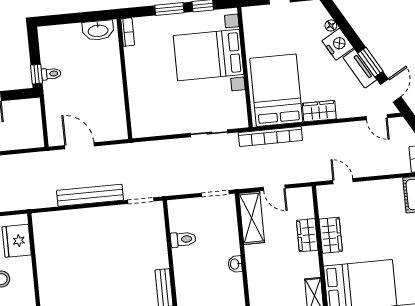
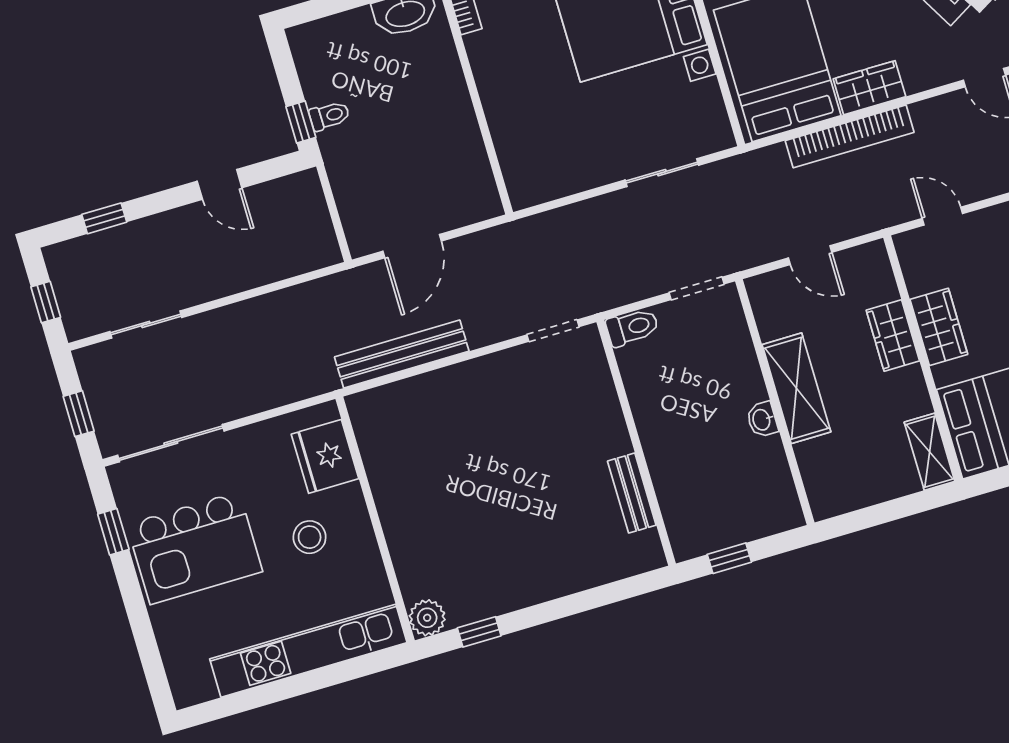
bookcase: (270, 137) -> (850, 136), moved
door: (79, 146) -> (412, 246), swing flipped
bench: (90, 195) -> (402, 354), moved
shelving: (252, 218) -> (796, 388), moved
toilet: (183, 239) -> (632, 327), moved

